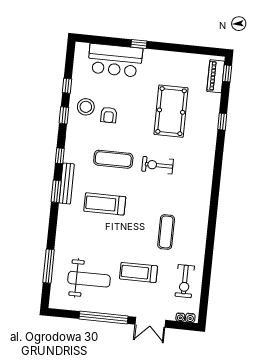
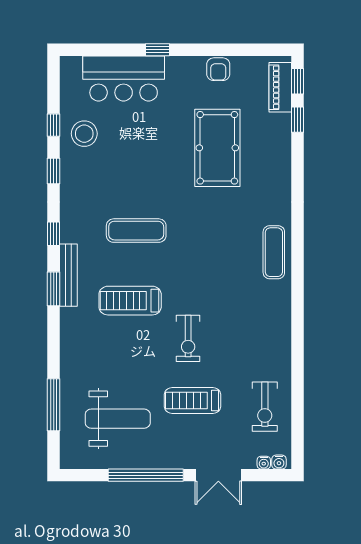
stool: (86, 107) -> (84, 134), moved
armchair: (109, 115) -> (218, 69), moved
window: (222, 122) -> (297, 120), moved
exercise bike: (158, 165) -> (188, 338), moved, turned -90
exercise mat: (166, 232) -> (274, 252), moved

